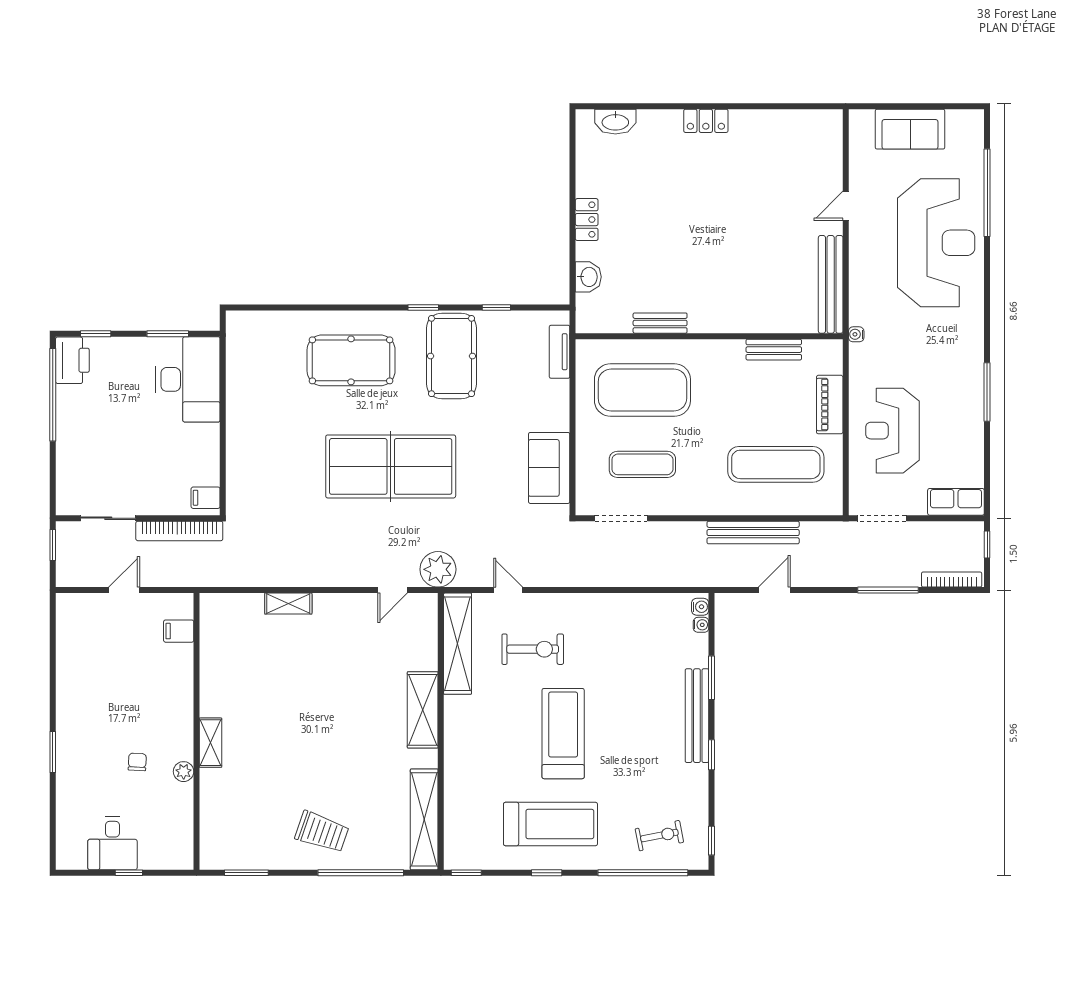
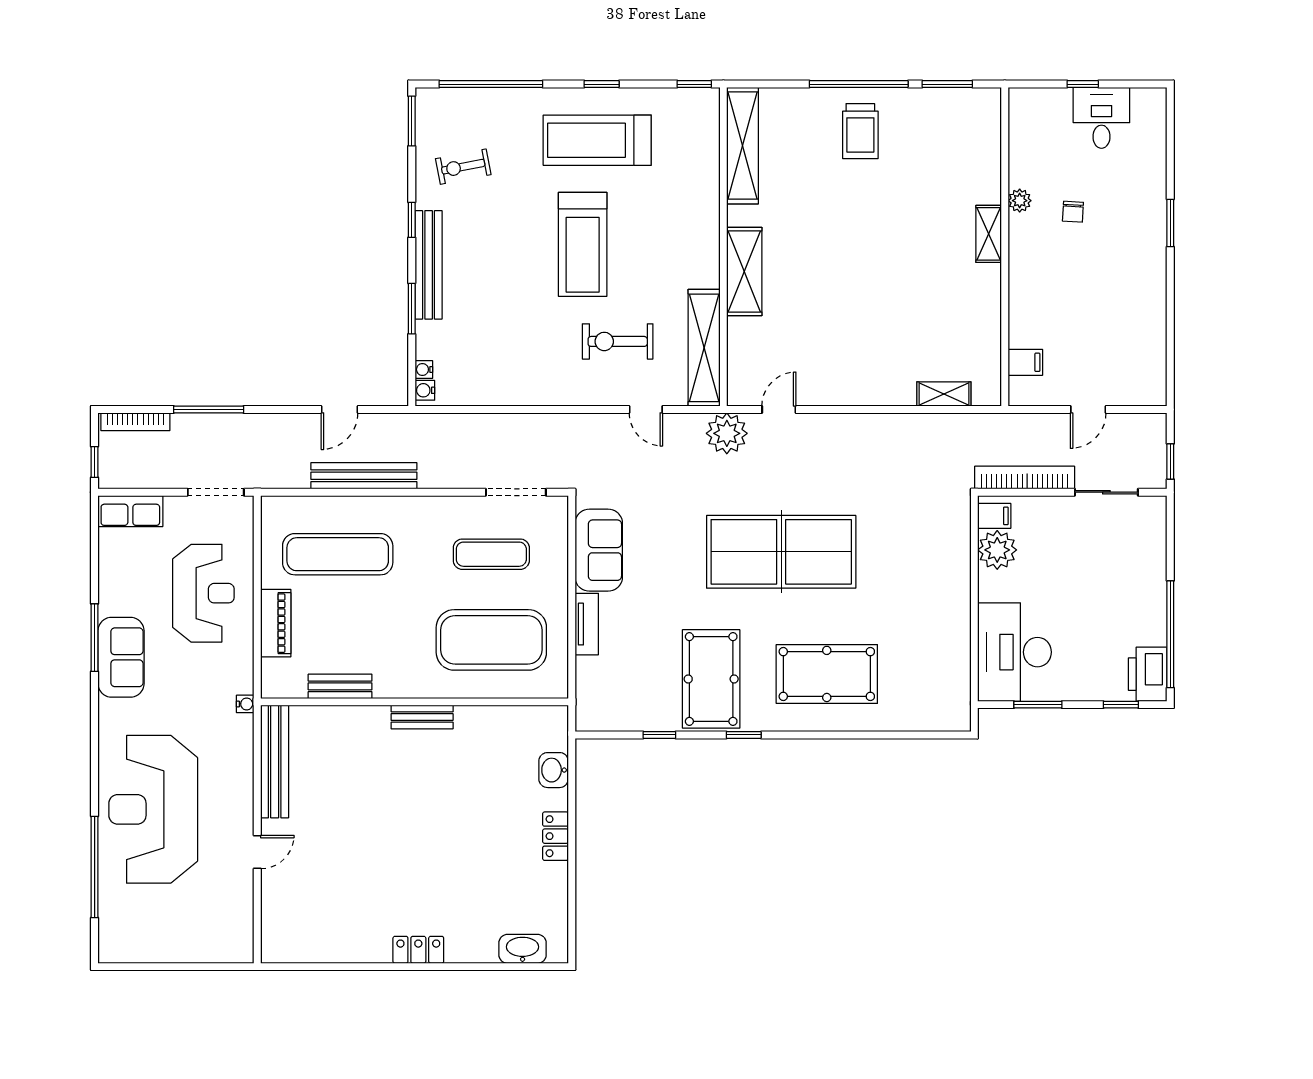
sofa: (910, 129) -> (121, 657), moved, turned 90
bench: (660, 323) -> (422, 717), moved
tv unit: (560, 352) -> (587, 624), moved
plant: (203, 468) -> (997, 550), added
shelving: (288, 604) -> (944, 394), moved
trolley: (322, 832) -> (860, 131), turned -109
exercise bike: (659, 836) -> (463, 167), moved
window: (712, 841) -> (412, 121), width x1.50
window: (361, 873) -> (859, 84), moved

